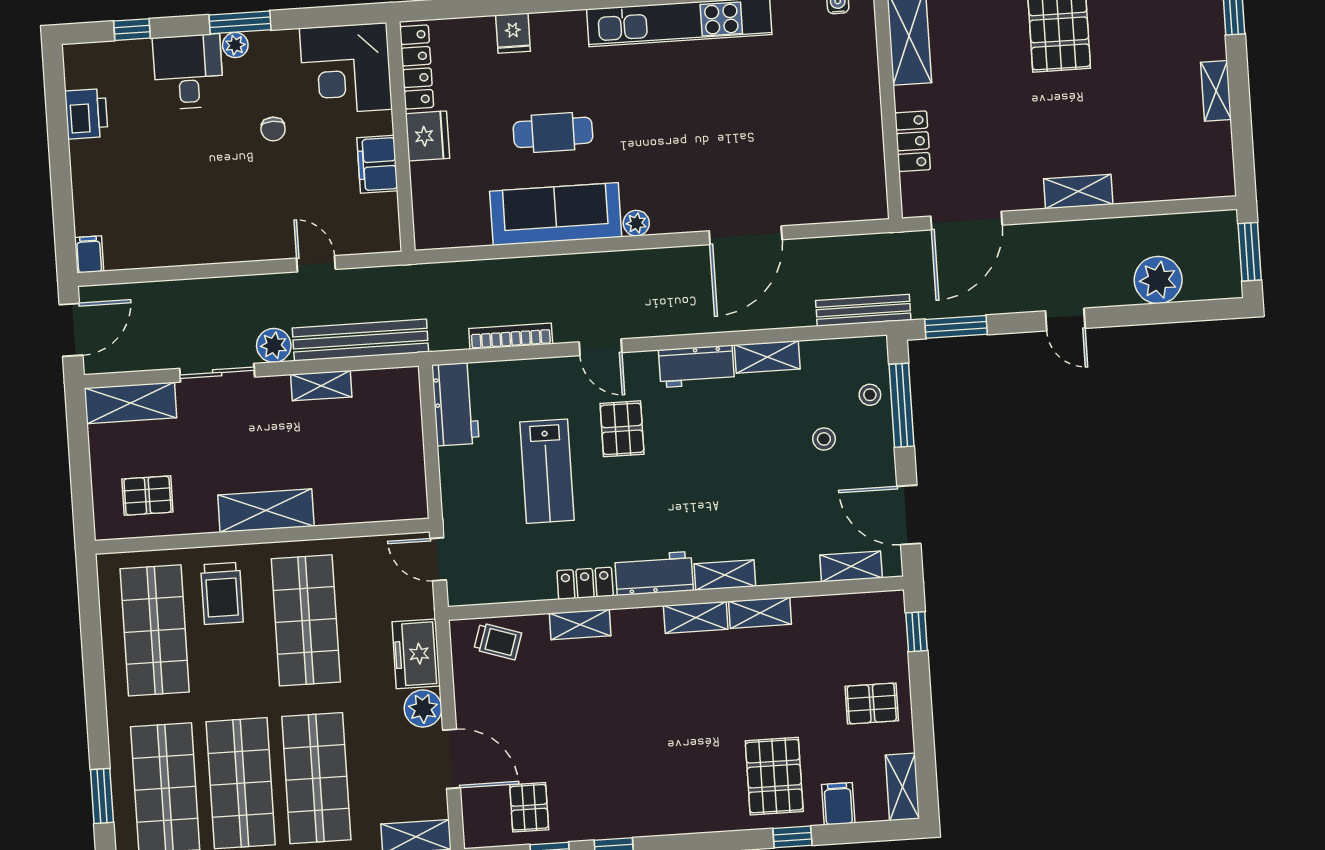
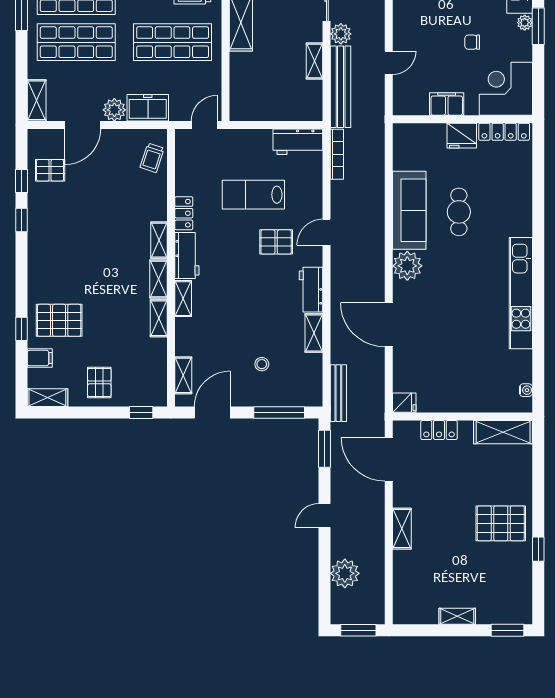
fridge: (513, 33) -> (404, 403), moved, turned 180
plant: (636, 223) -> (407, 266), width x1.87, depth x1.87
bookcase: (511, 336) -> (337, 154), moved
stool: (870, 395) -> (287, 394), removed
shelving: (580, 625) -> (159, 240), moved

